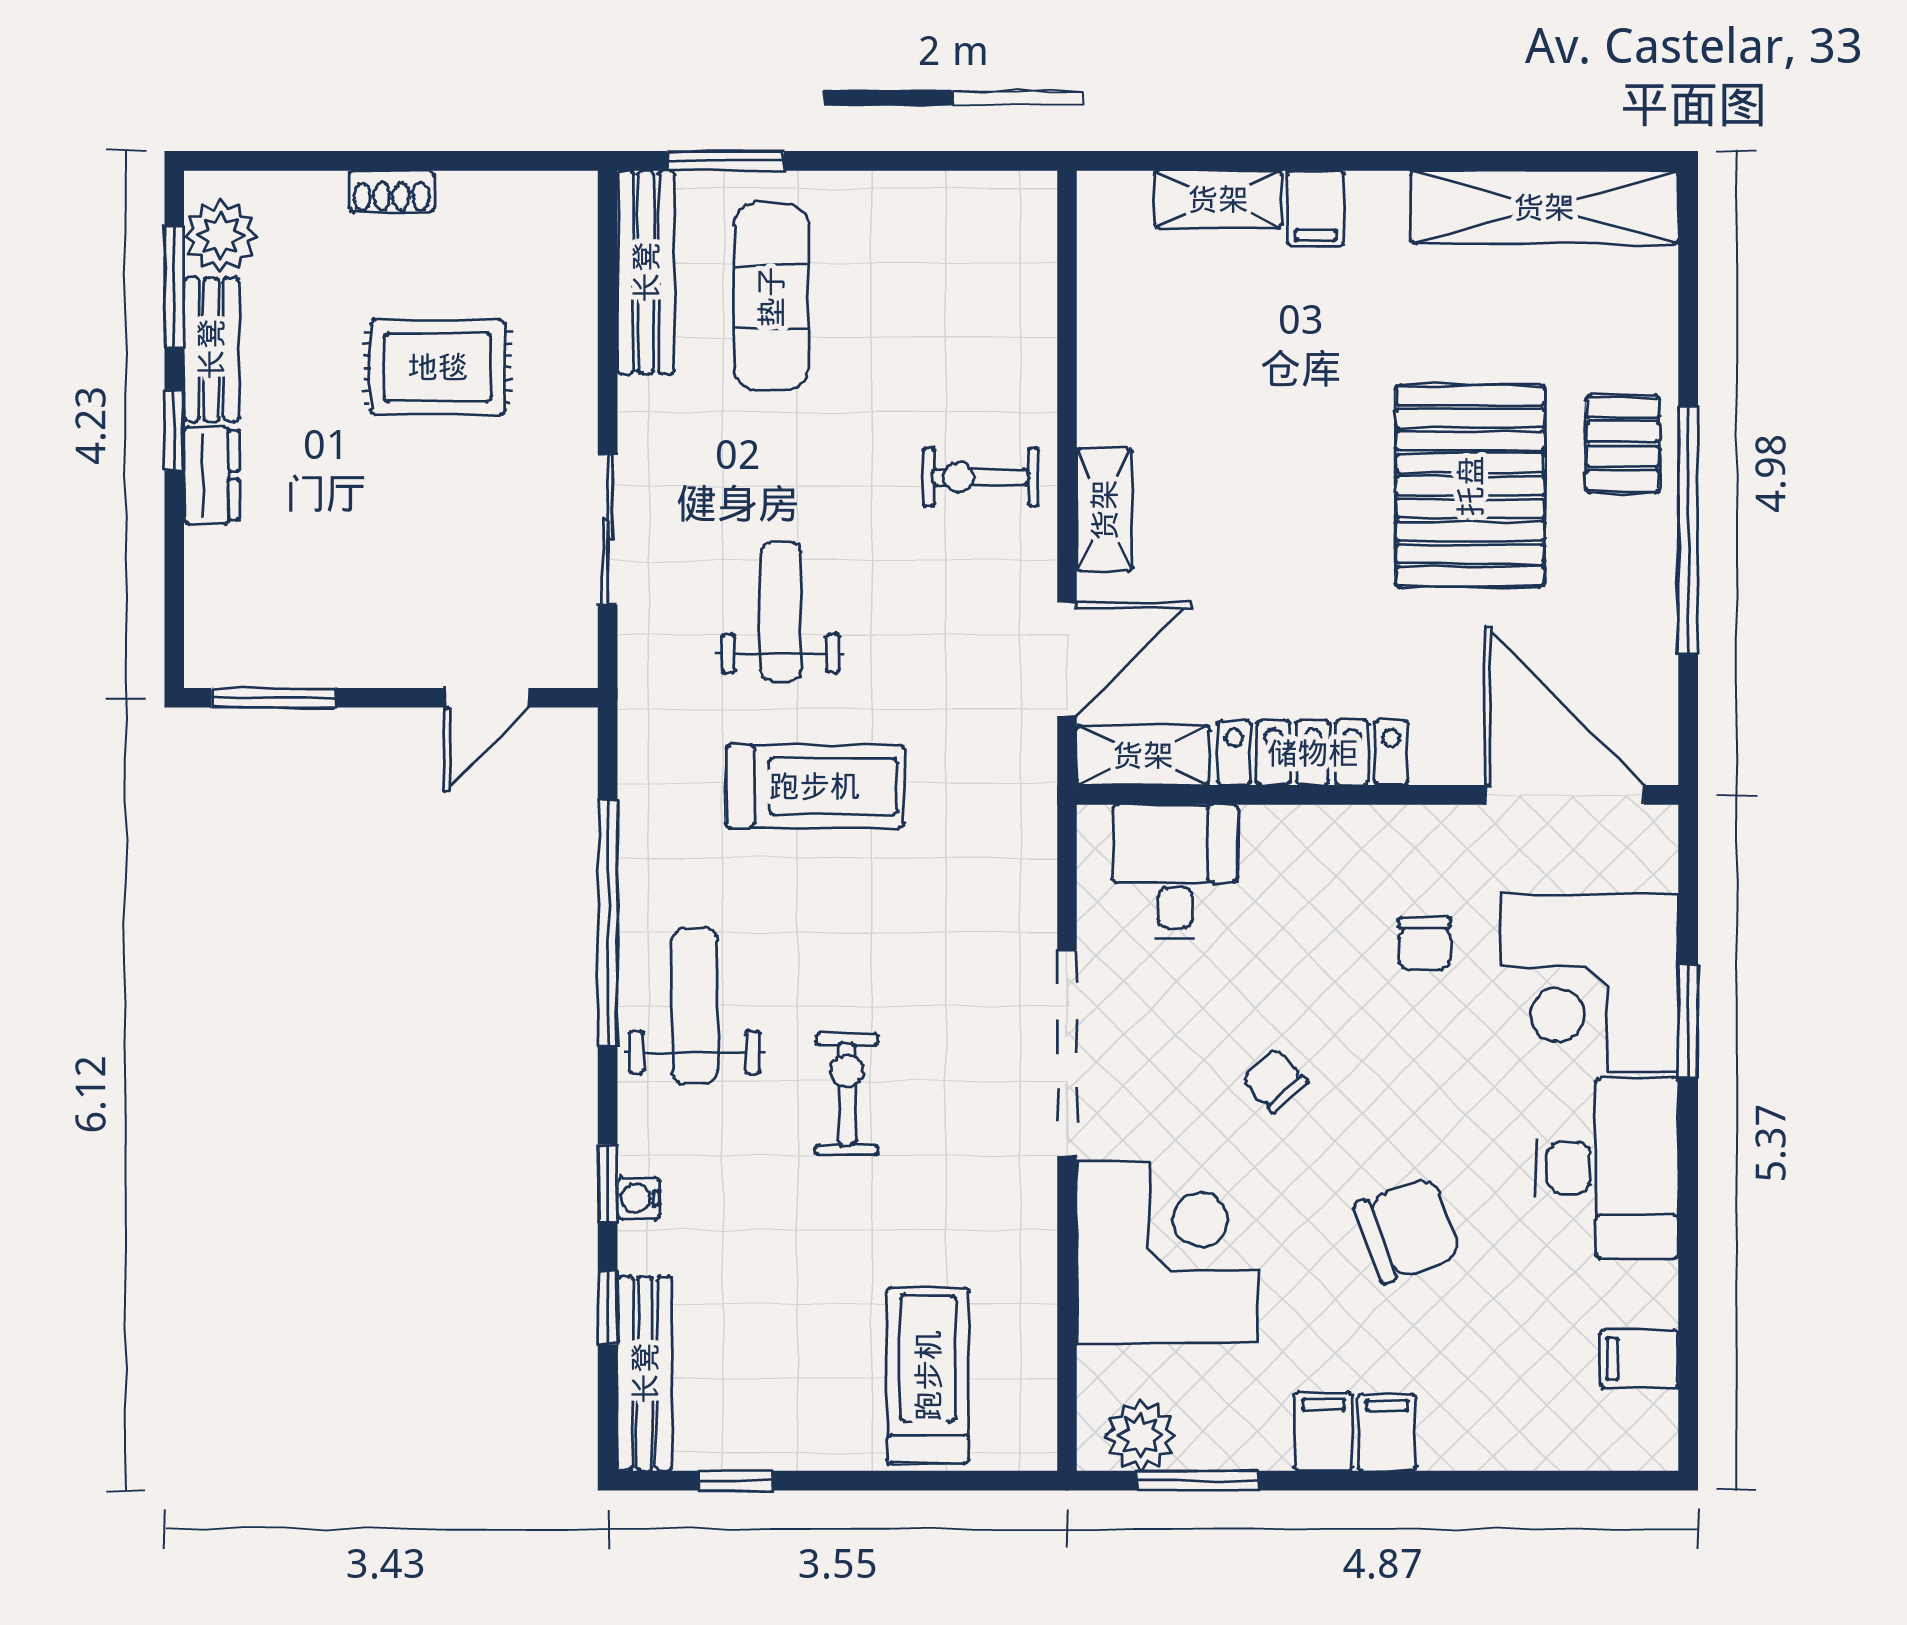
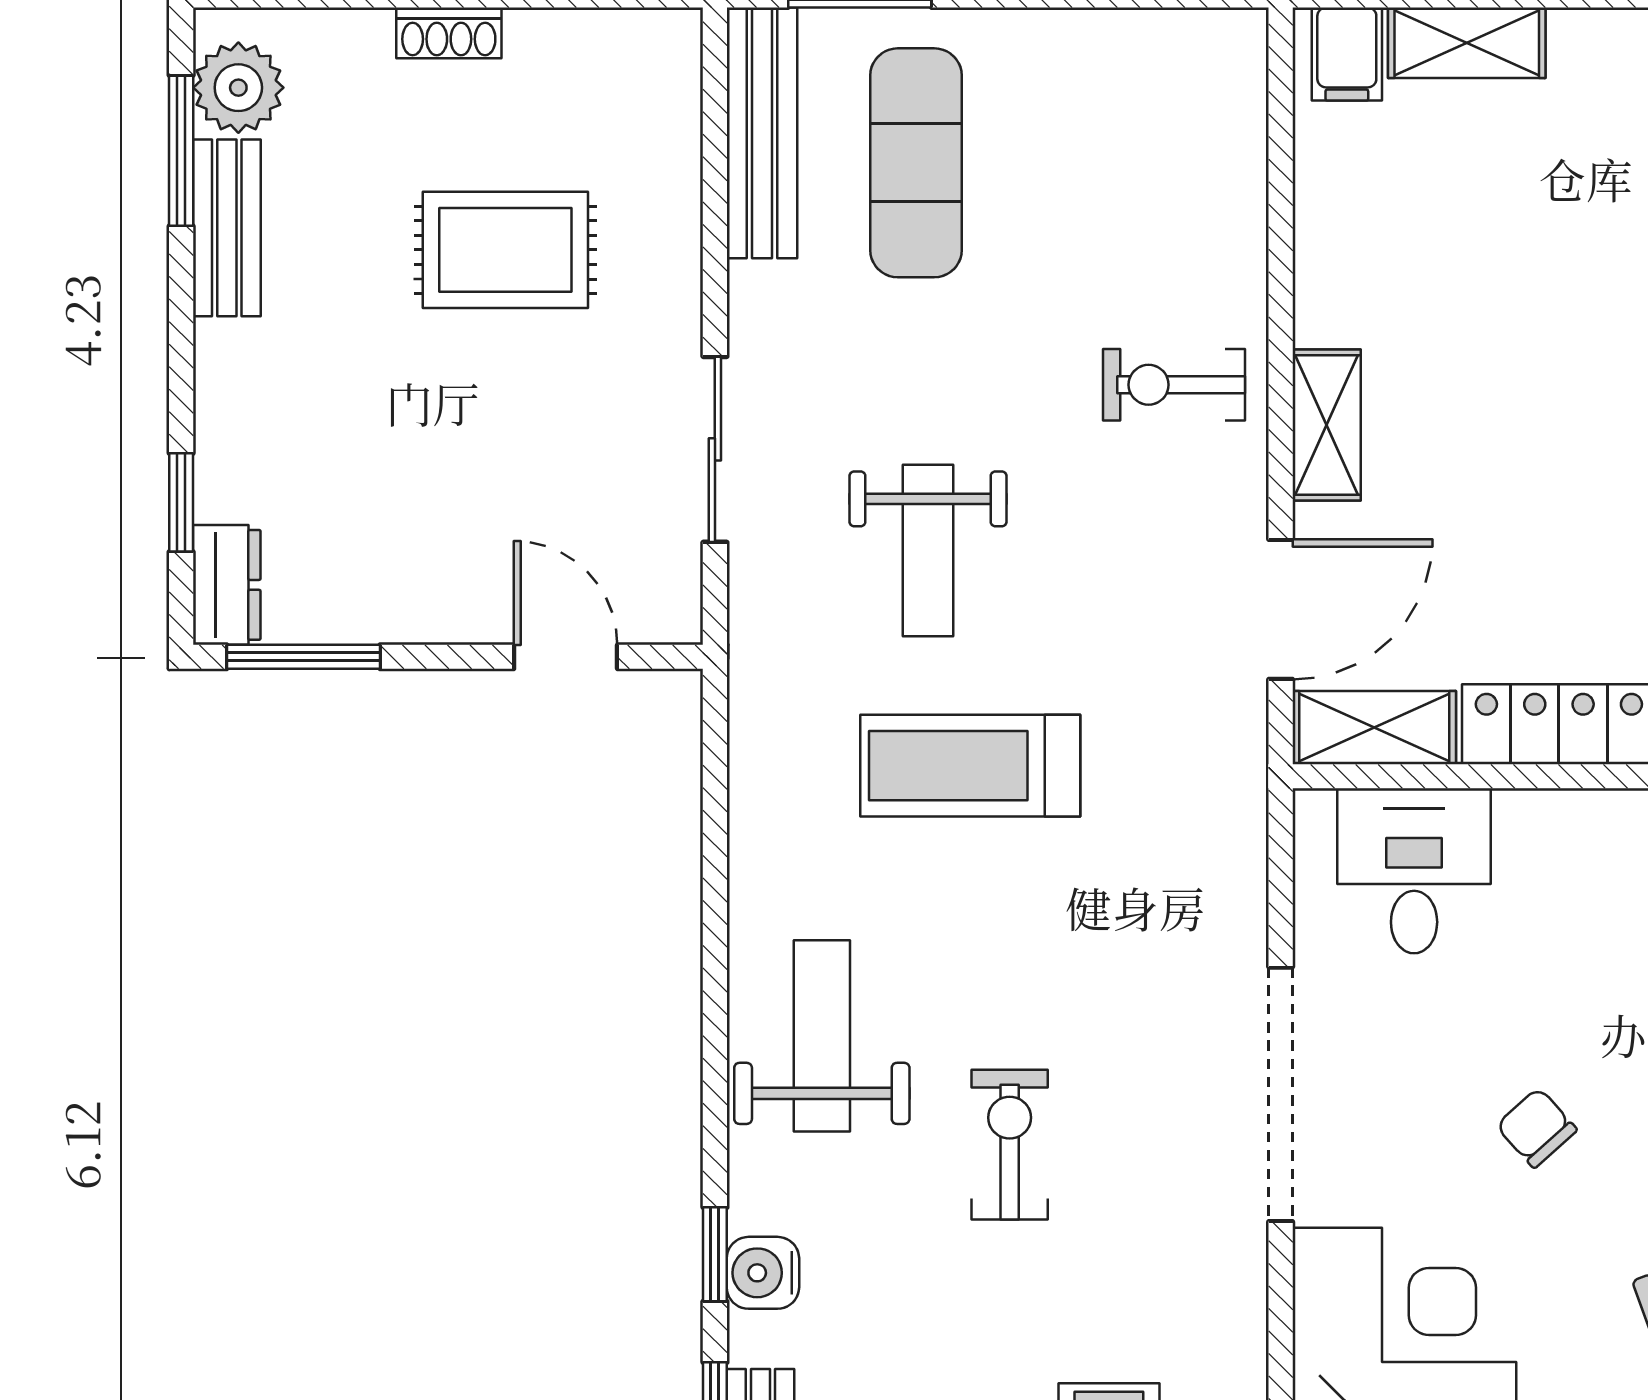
filing cabinet: (1316, 208) -> (1347, 54), moved
window: (174, 431) -> (181, 502), moved
dresser: (211, 475) -> (227, 585), moved
weight bench: (781, 611) -> (928, 550), turned 180
door: (486, 698) -> (566, 657), swing flipped
treadmill: (815, 786) -> (970, 766), turned 180
window: (608, 923) -> (715, 934), removed
water cooler: (639, 1198) -> (763, 1273), width x1.38, depth x1.38

